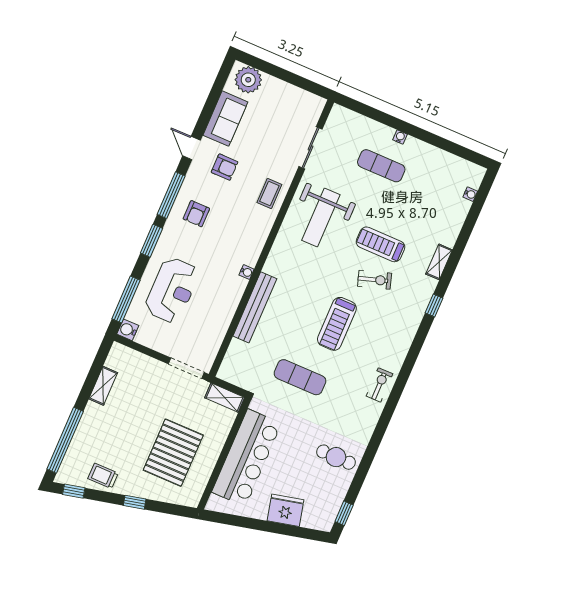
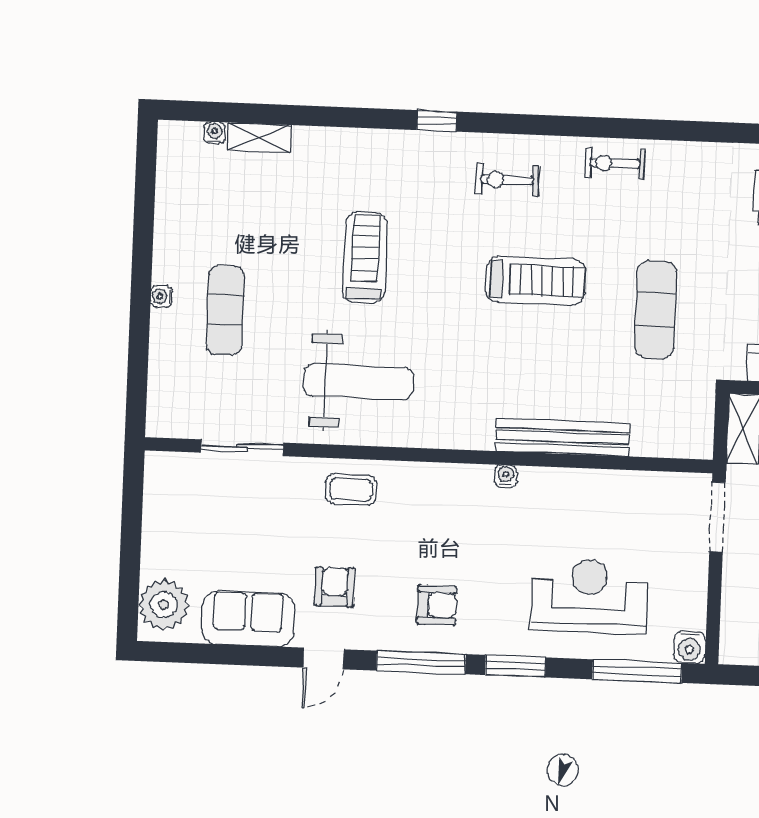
treadmill: (380, 244) -> (365, 258), turned 180
shelving: (439, 262) -> (259, 138), moved
exercise bike: (375, 280) -> (507, 180), moved, turned -72

